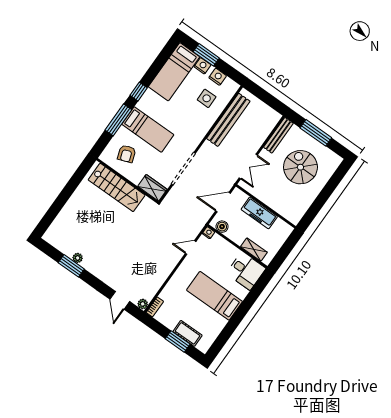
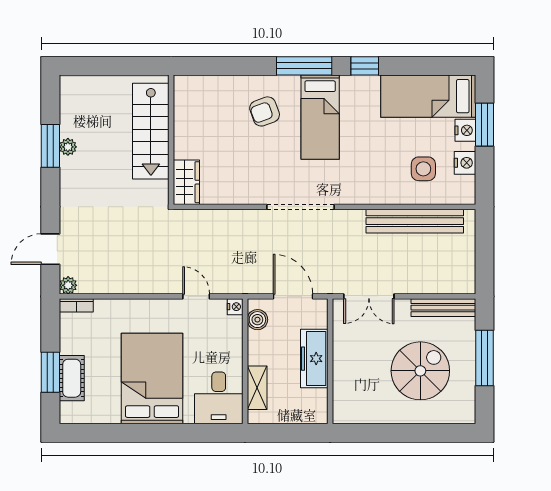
wall: (127, 181) -> (171, 140), moved
stairs: (117, 187) -> (151, 131), moved
wardrobe: (152, 188) -> (186, 182), moved
bed: (215, 296) -> (152, 379), width x1.50

